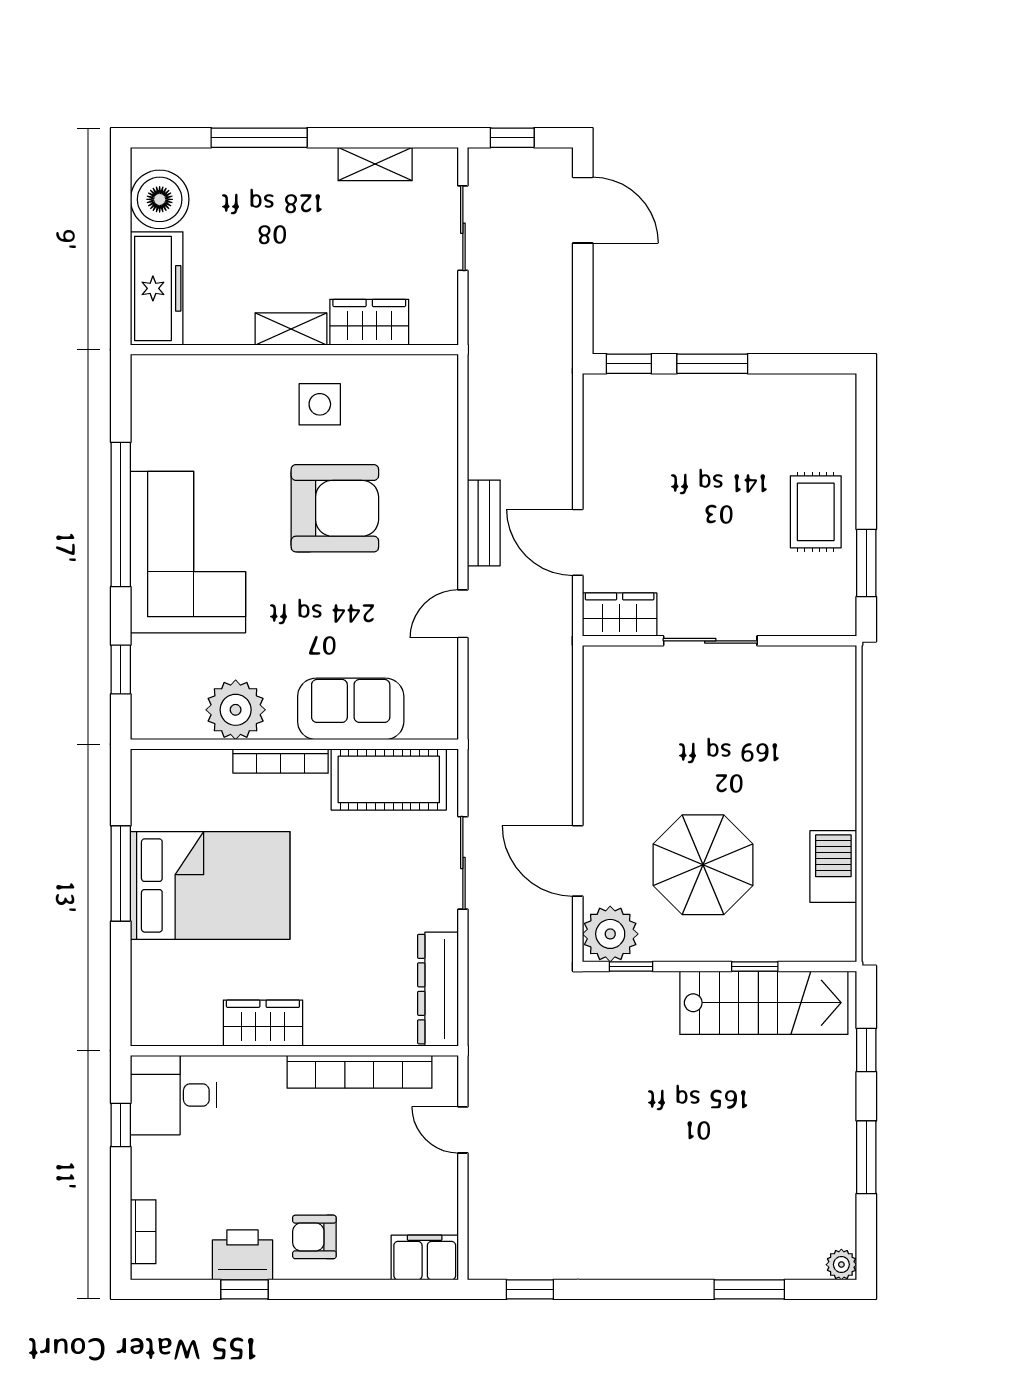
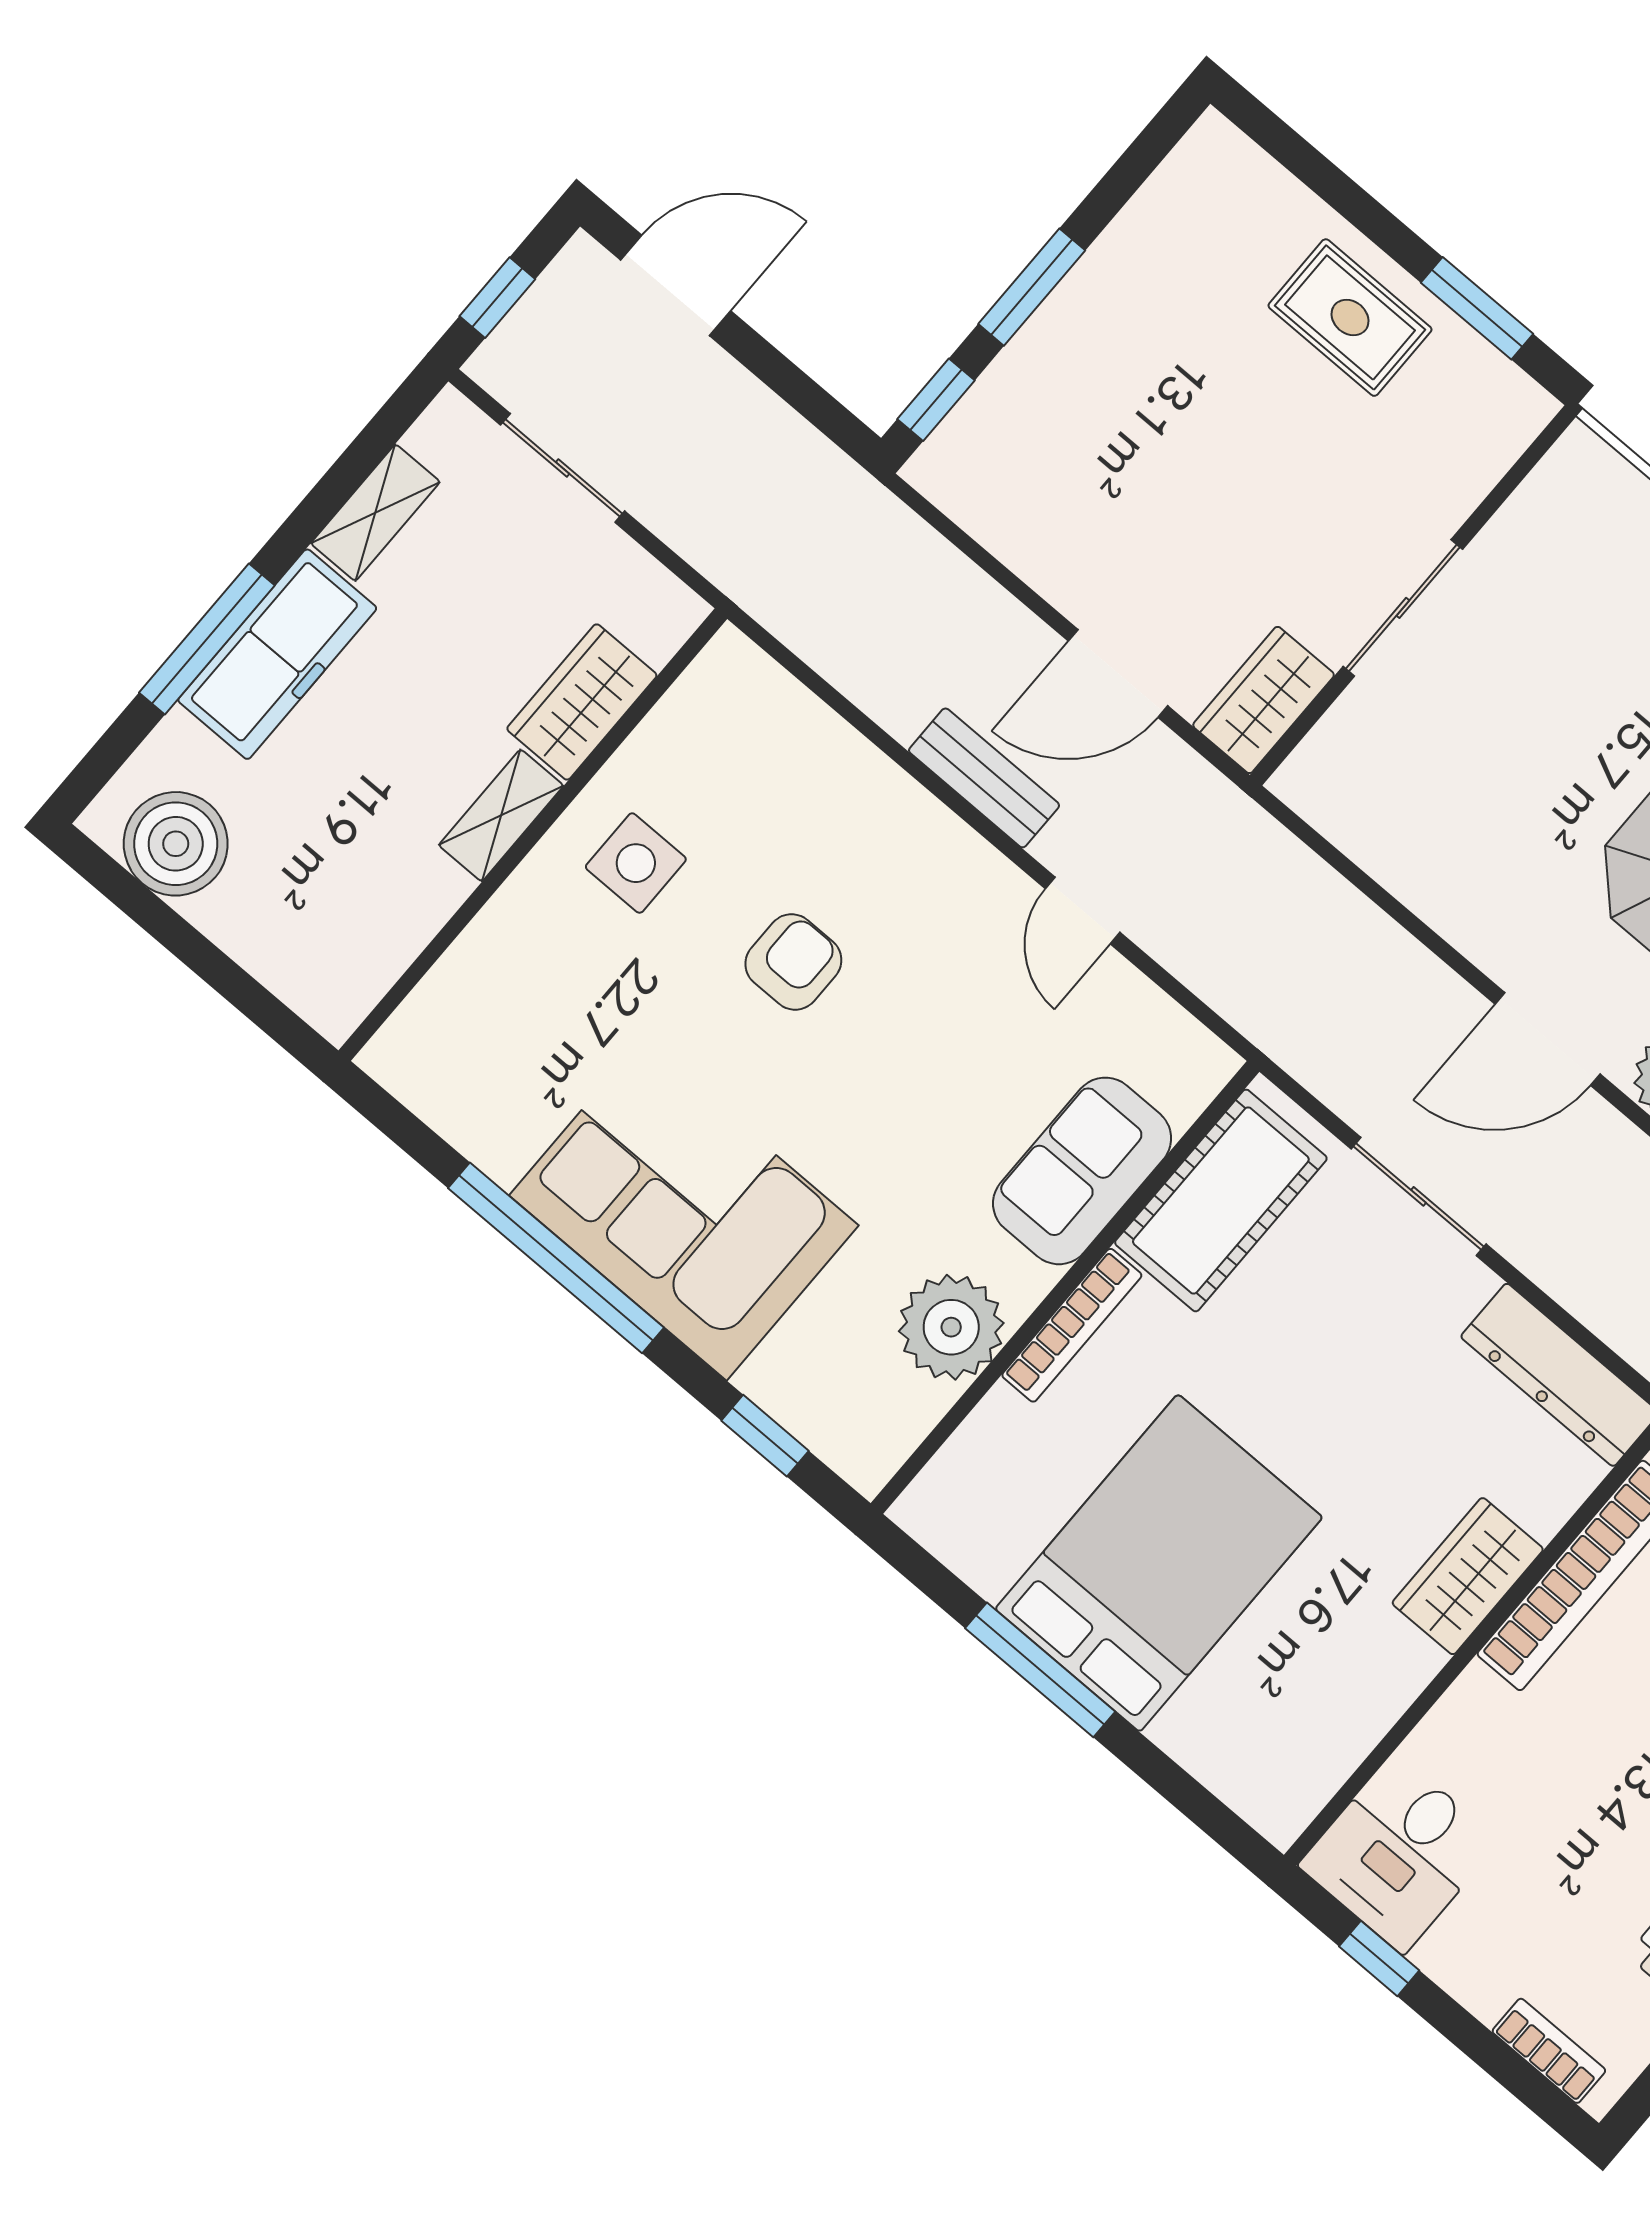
freezer: (157, 288) -> (277, 654), moved, turned 90
armchair: (335, 508) -> (793, 962), width x0.53, depth x0.53
wardrobe: (263, 1023) -> (1468, 1576), moved

